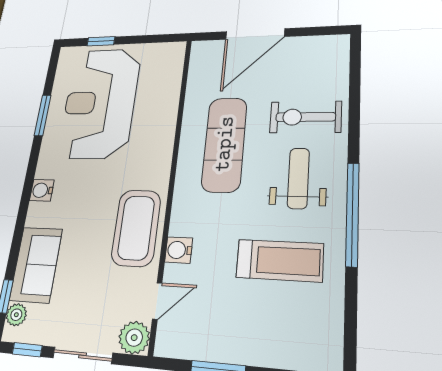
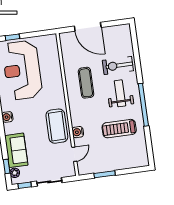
door: (255, 34) -> (88, 27), hinge flipped
exercise mat: (224, 144) -> (86, 83), width x0.73, depth x0.69
treadmill: (280, 261) -> (119, 129), turned 180
plant: (134, 338) -> (69, 170), removed

